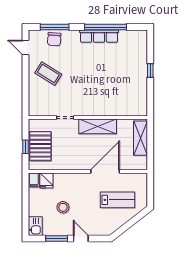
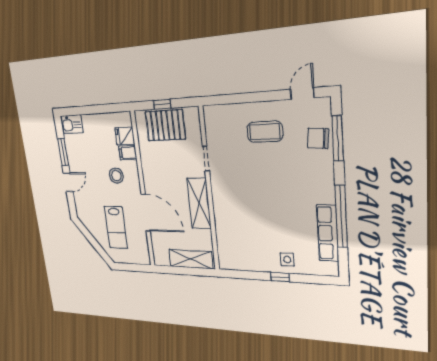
row of seats: (99, 36) -> (328, 233), moved
side table: (137, 65) -> (287, 260), added
coffee table: (48, 74) -> (265, 132), turned 58
filing cabinet: (34, 180) -> (128, 153), moved
stool: (63, 207) -> (116, 176), moved

